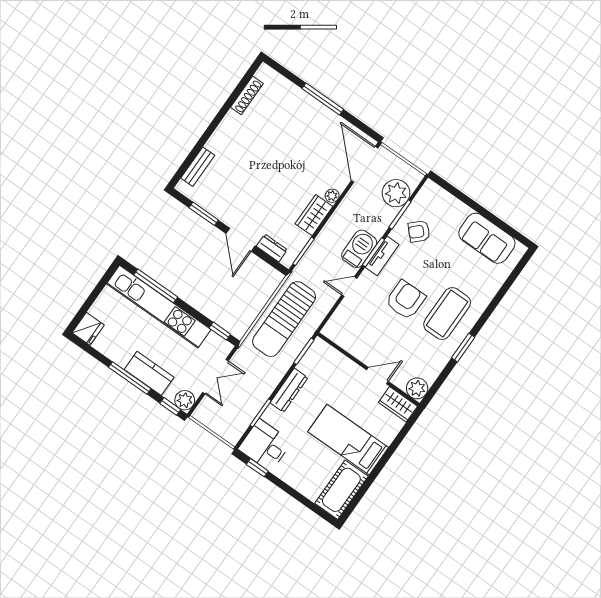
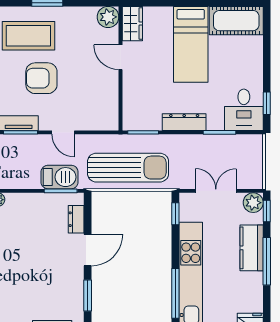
wardrobe: (314, 215) -> (25, 203), removed
barbecue: (359, 249) -> (60, 177), moved, turned 180

